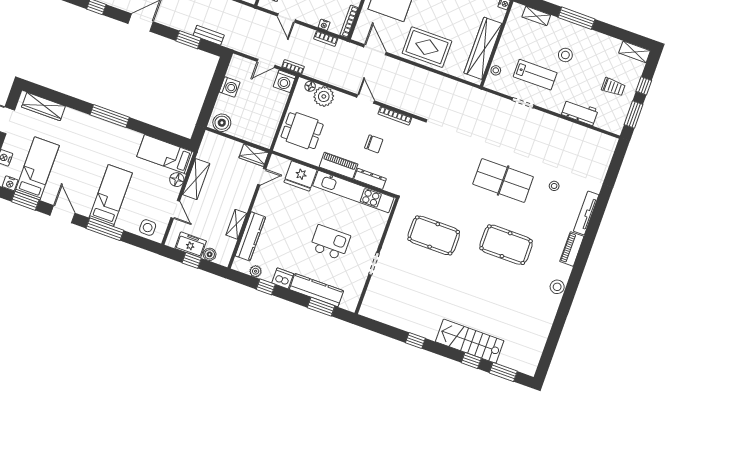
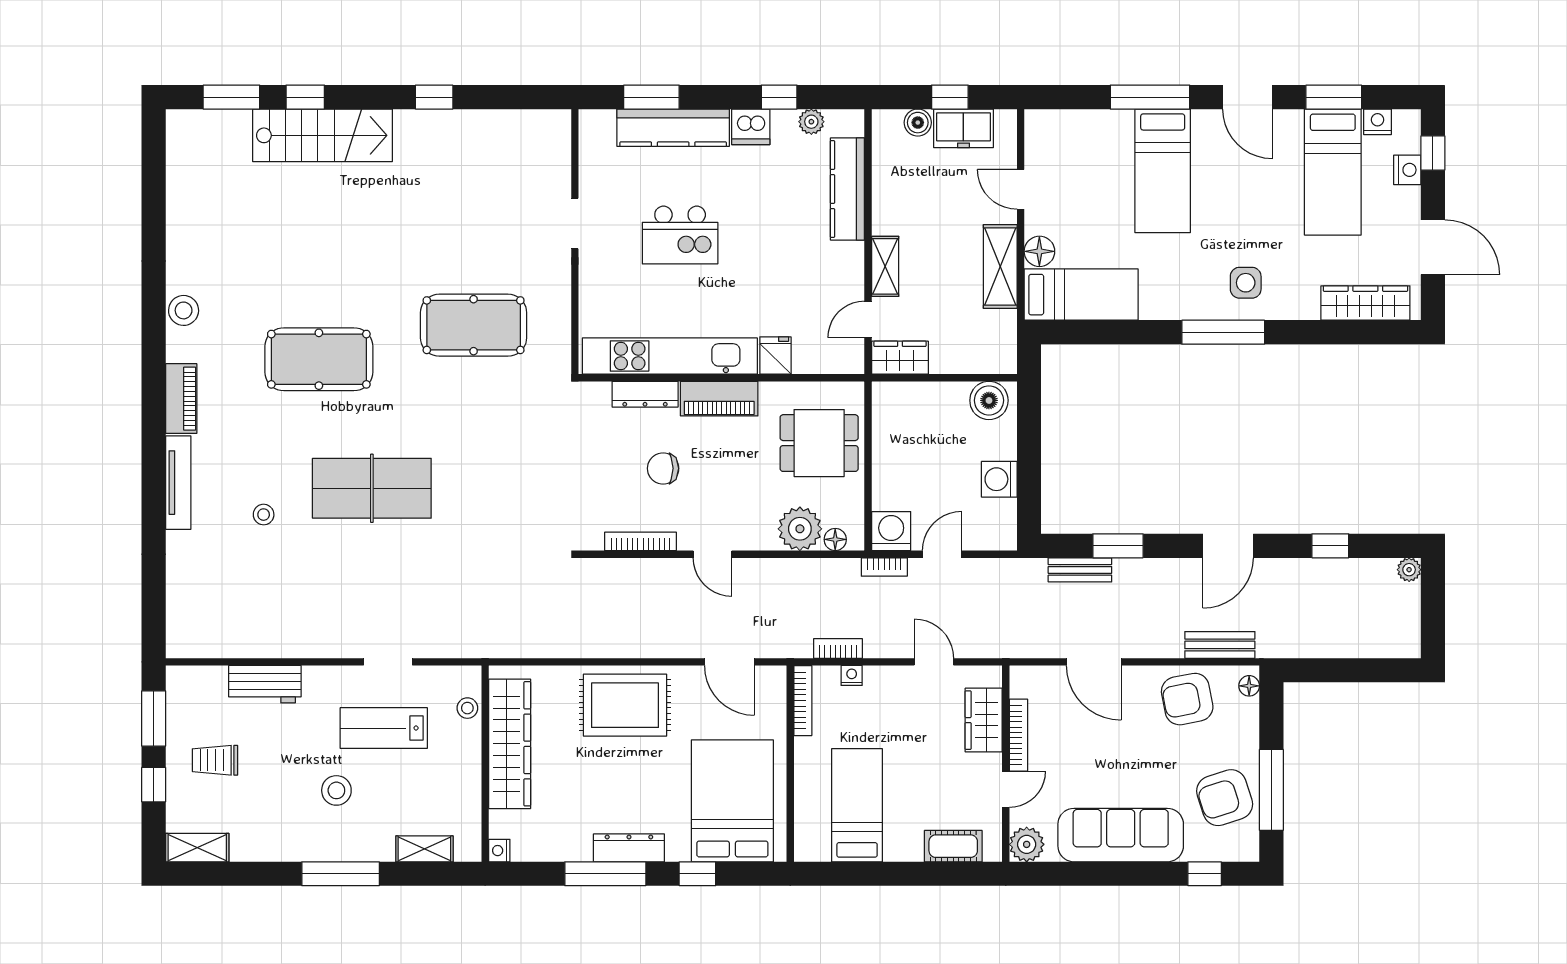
fridge: (300, 176) -> (775, 355), width x0.53, depth x0.75
shelving: (236, 224) -> (885, 266), moved
side table: (148, 228) -> (1246, 283), moved

